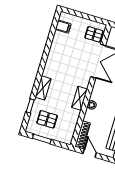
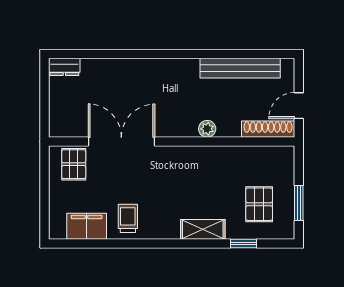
filing cabinet: (63, 27) -> (87, 226), width x2.00
trolley: (59, 53) -> (128, 218), added
shelving: (80, 98) -> (201, 155), removed

